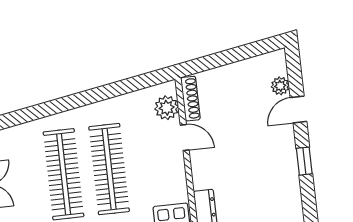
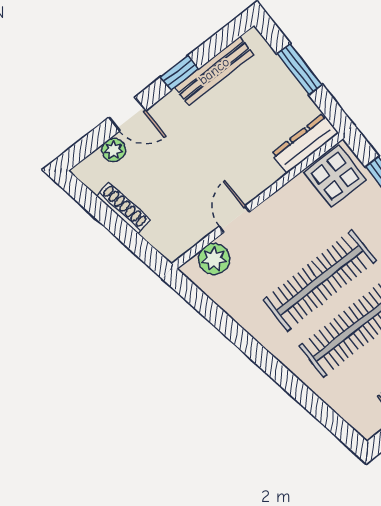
shoe rack: (190, 99) -> (123, 208), moved, turned 80
bench: (291, 185) -> (214, 71), added

